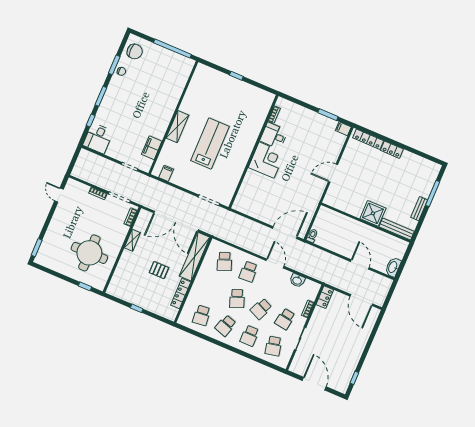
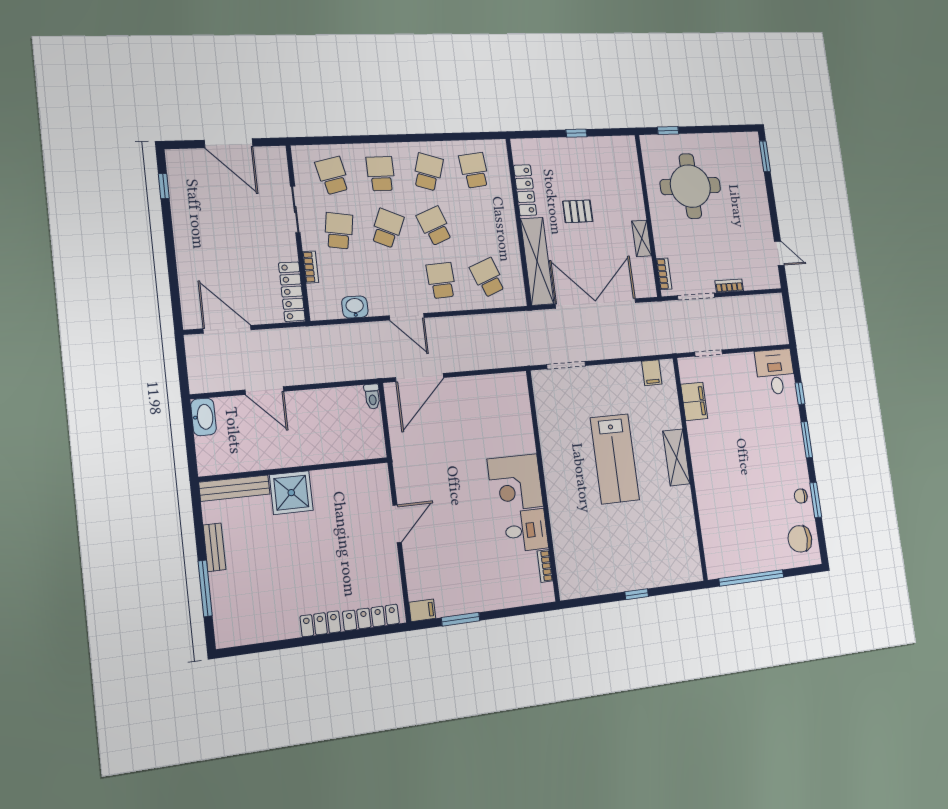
locker: (325, 297) -> (292, 292), width x1.53

